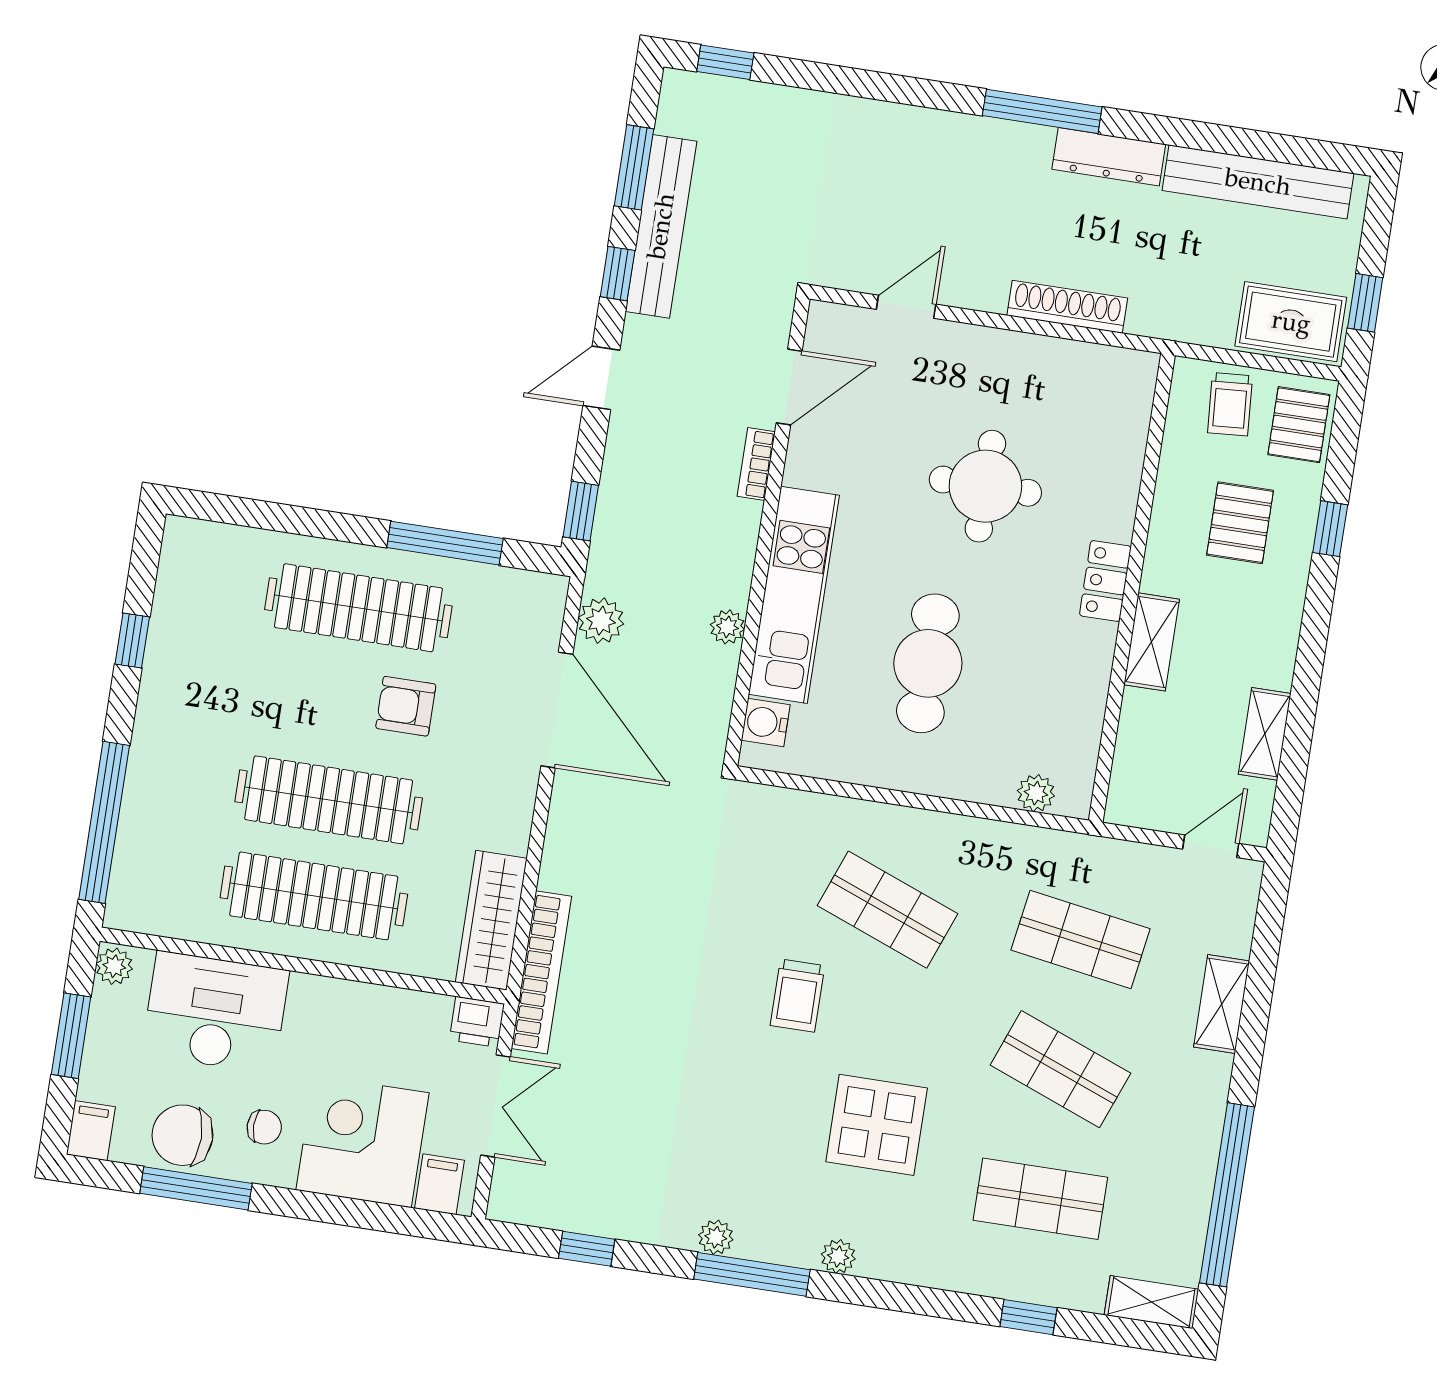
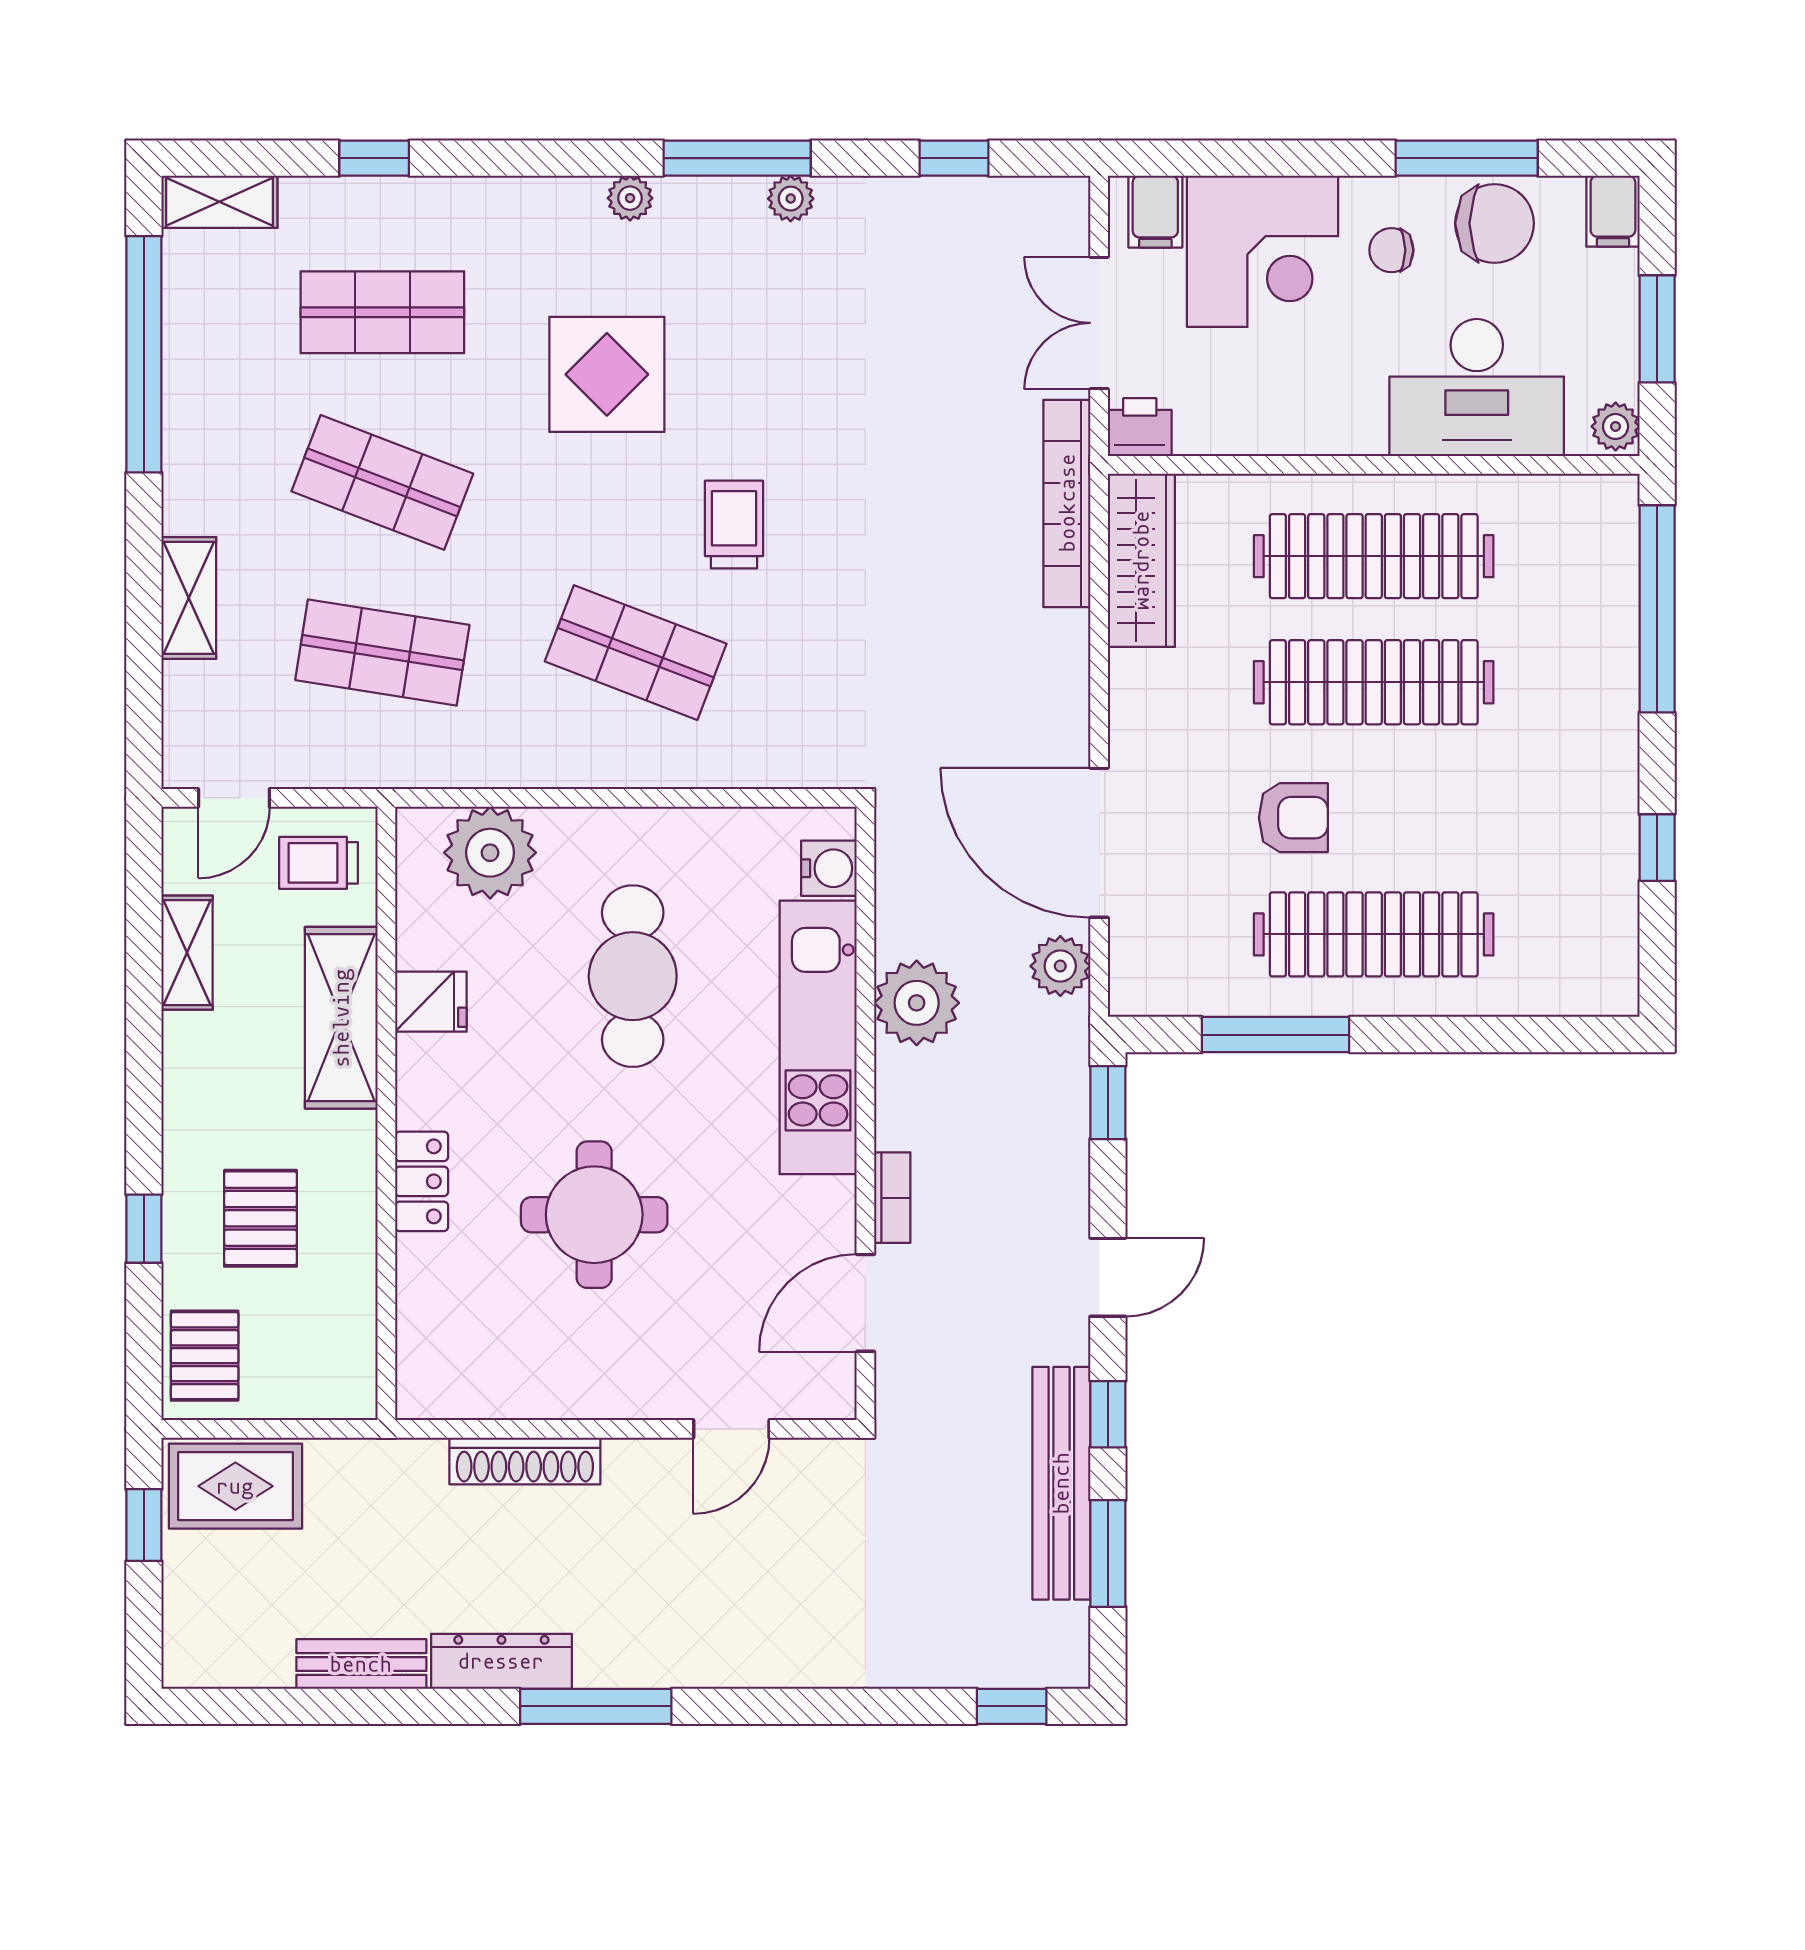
bench: (1258, 182) -> (361, 1664), width x0.54, depth x0.82
trolley: (1230, 404) -> (319, 863), moved, turned -86
locker: (1105, 581) -> (422, 1181), moved
plant: (727, 627) -> (917, 1003), width x1.87, depth x1.87
shelving: (1152, 642) -> (341, 1018), width x1.50, depth x1.33
fridge: (1085, 668) -> (431, 1002), added
plant: (1036, 793) -> (490, 853), width x1.87, depth x1.87

